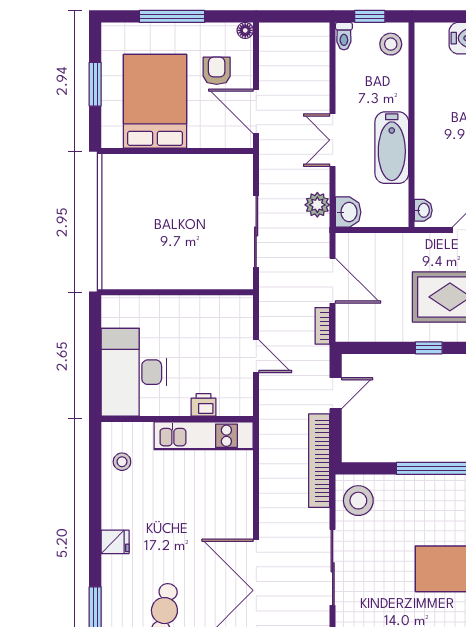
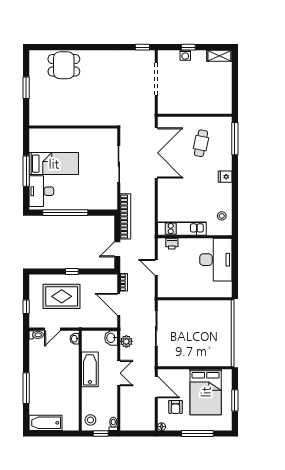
printer: (204, 405) -> (172, 244), moved
stool: (358, 501) -> (106, 197), removed

